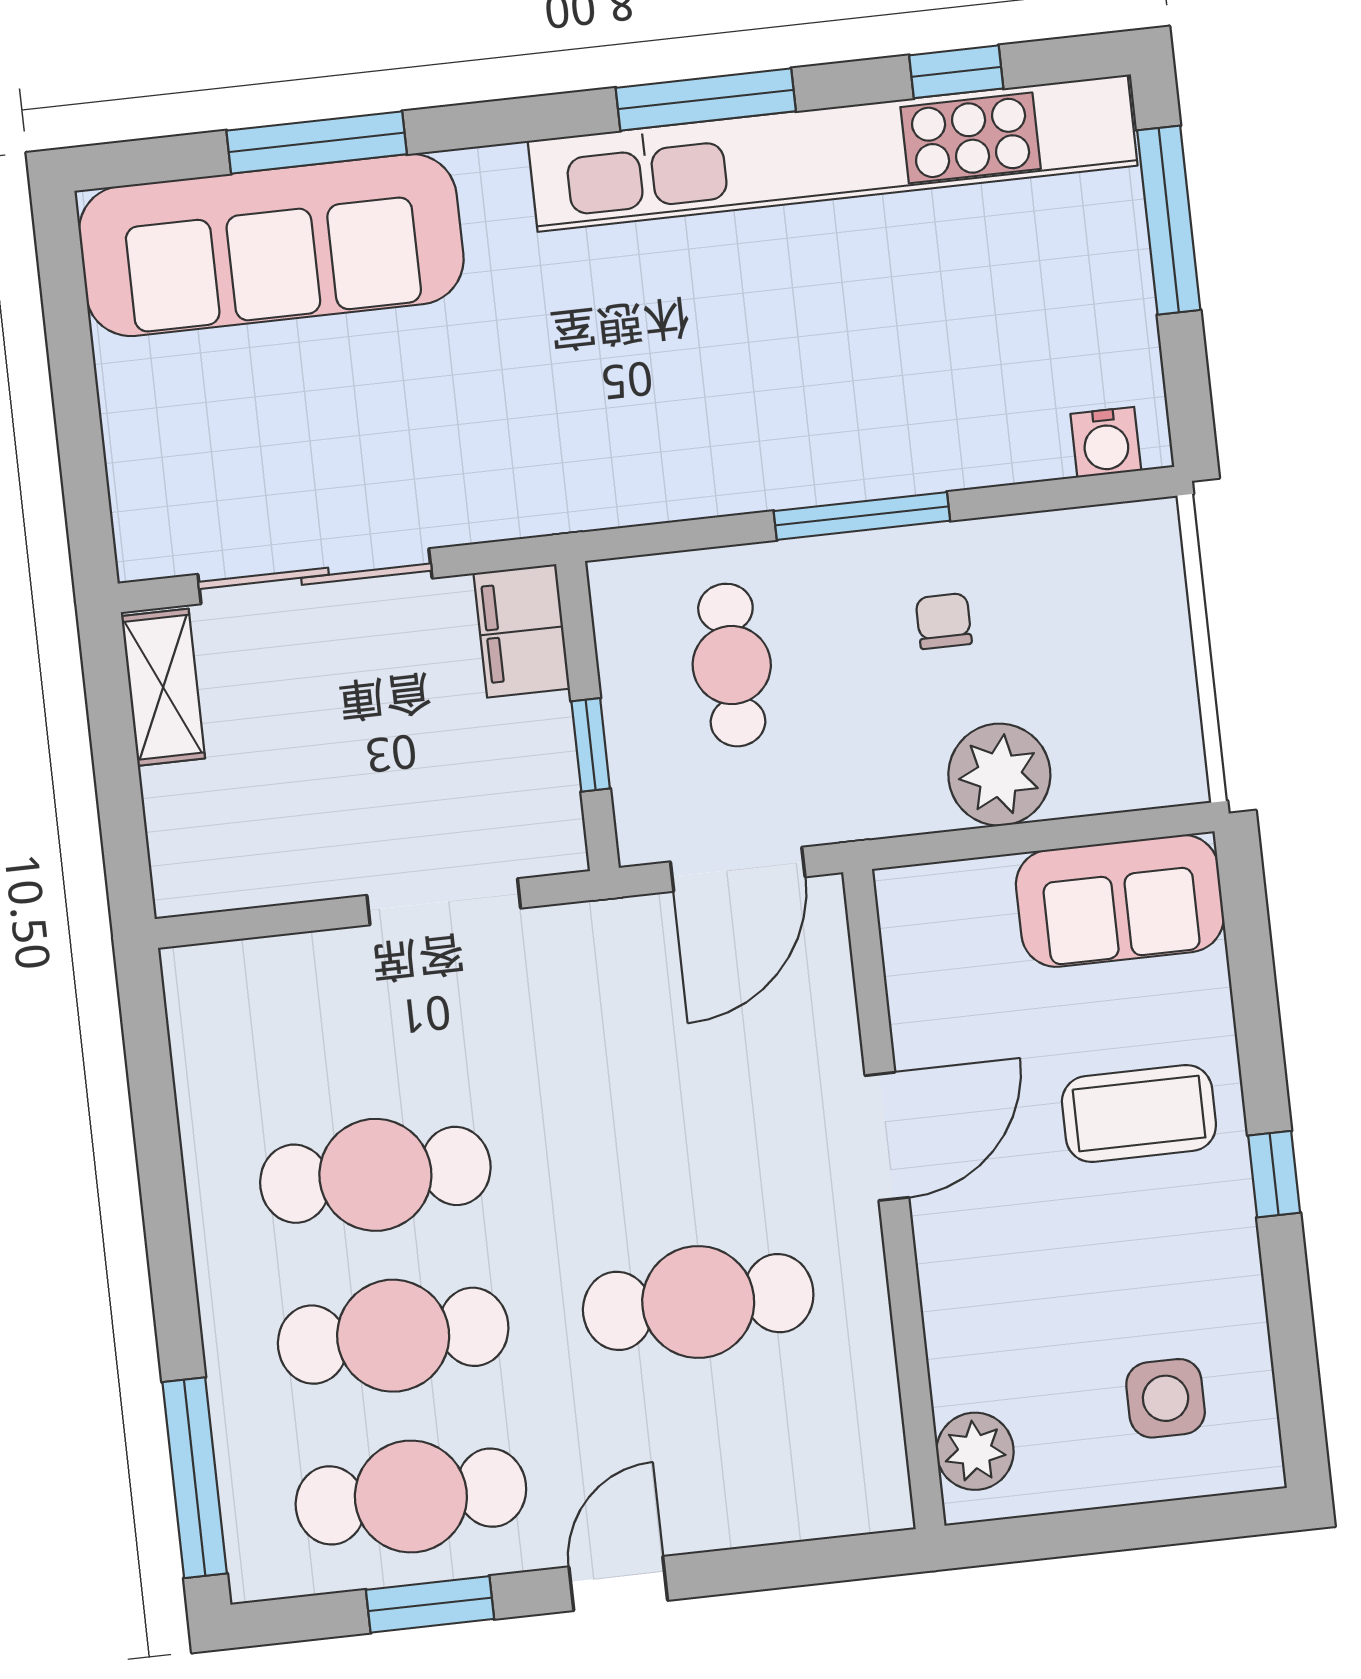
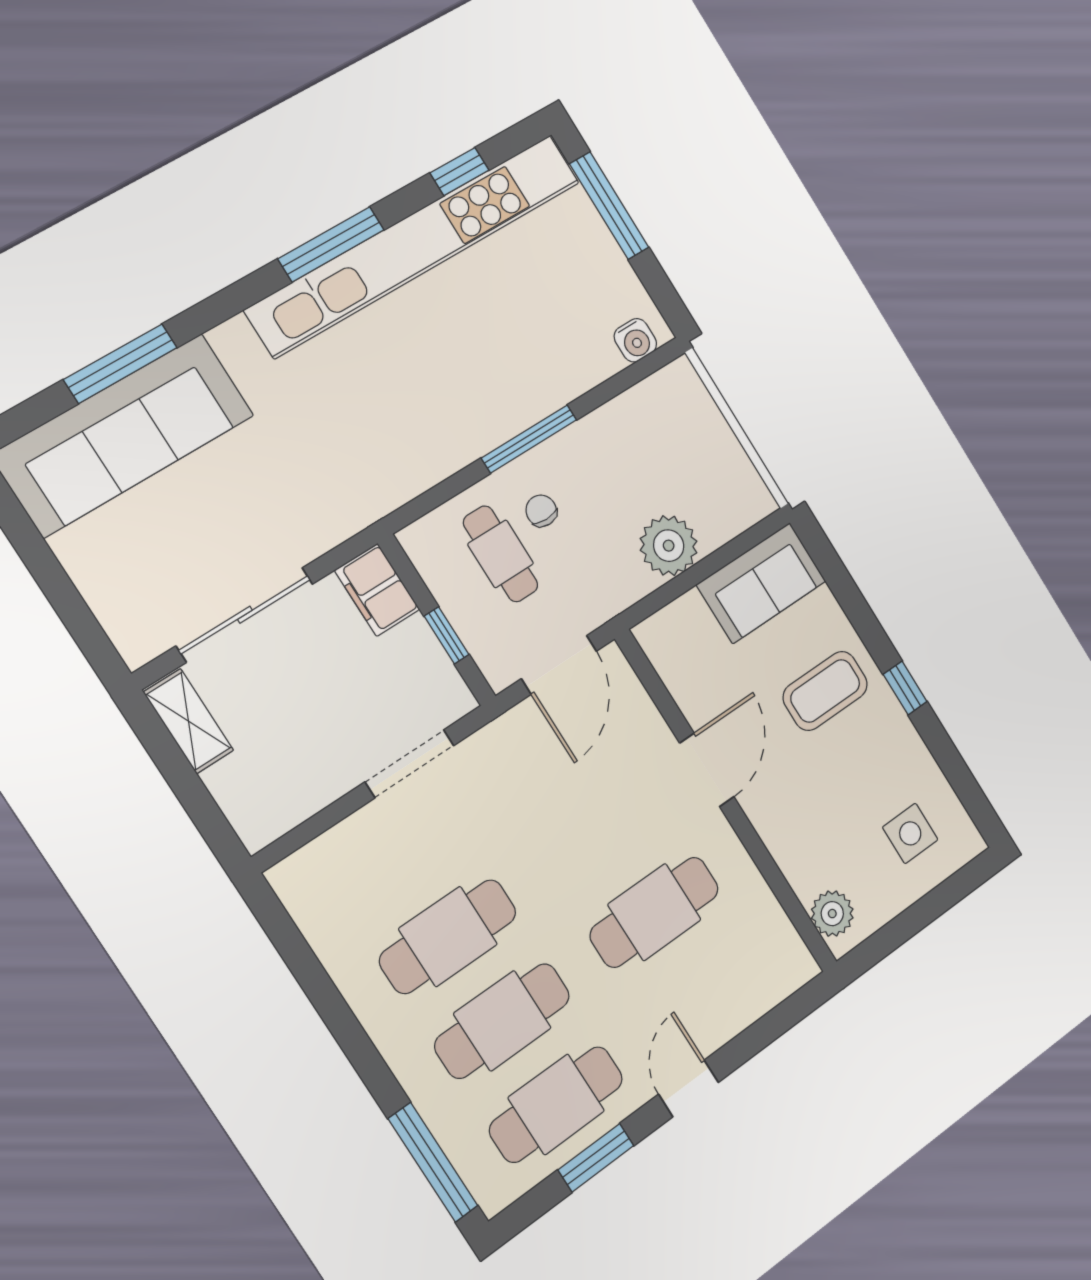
chair: (944, 621) -> (541, 511), moved

